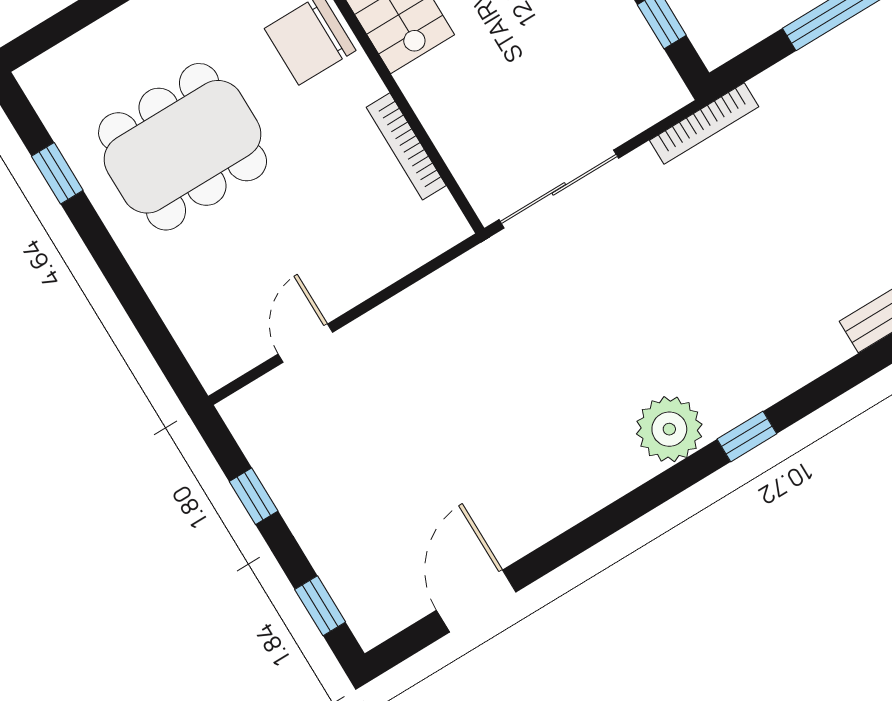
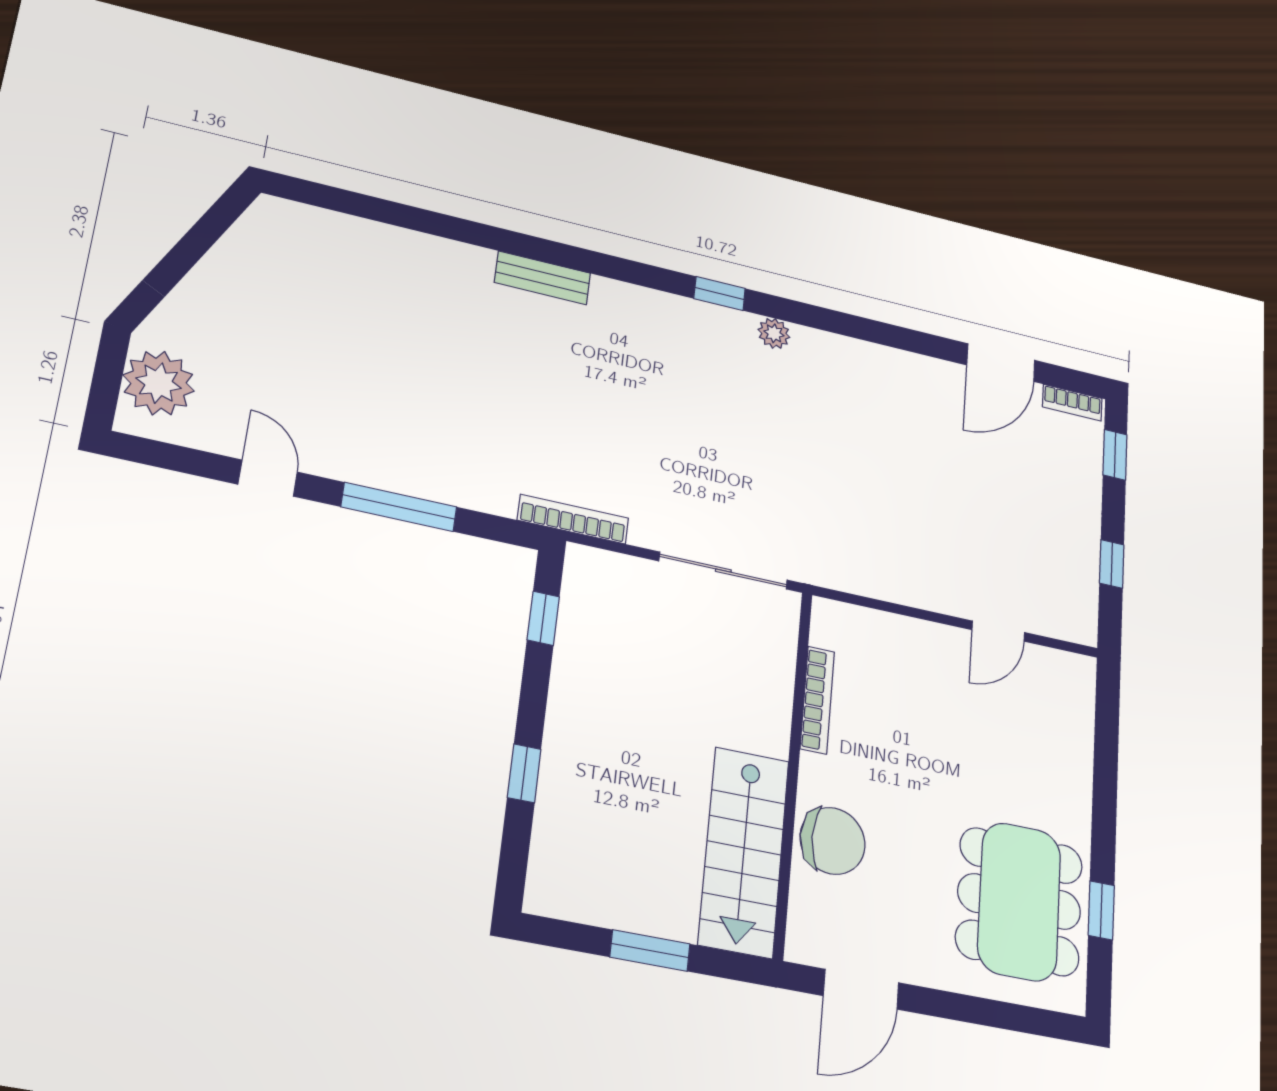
dining table: (183, 147) -> (1019, 902), moved, turned 90
plant: (669, 429) -> (774, 333), width x0.53, depth x0.53
bookcase: (390, 622) -> (1072, 403), added

